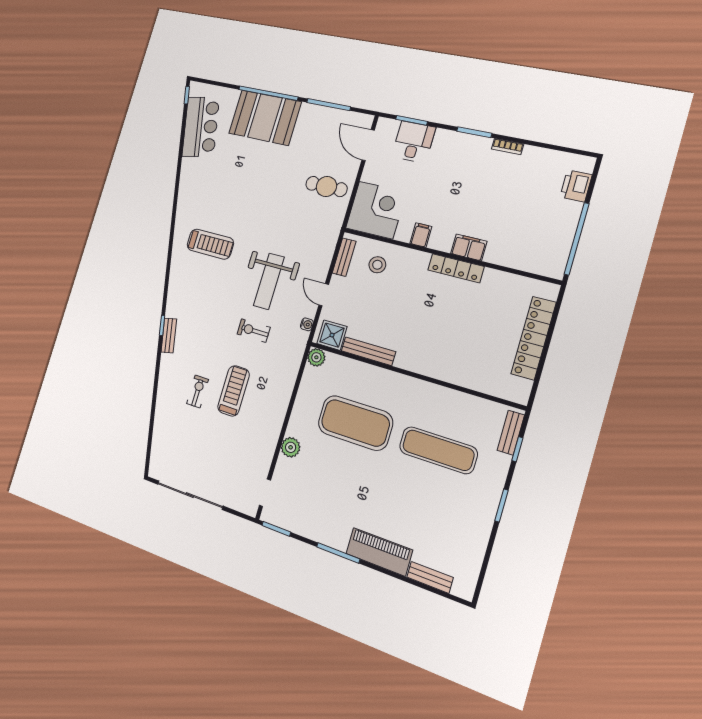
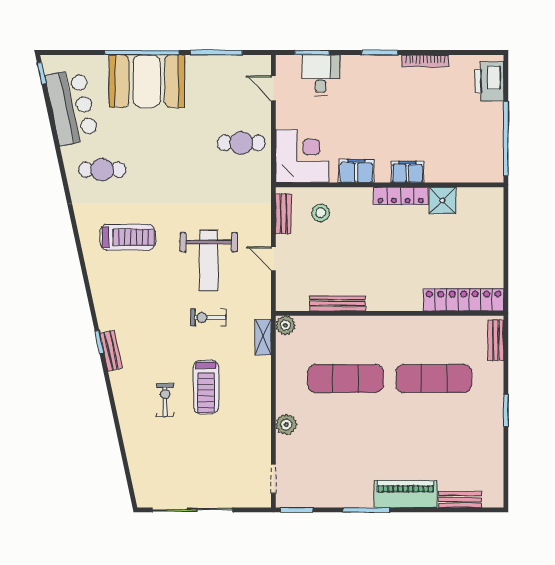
door: (368, 145) -> (273, 88), width x0.73
bookcase: (508, 147) -> (425, 61), width x1.56
cafe table: (208, 183) -> (102, 170), added
printer: (576, 186) -> (489, 81), width x1.37, depth x1.19
filing cabinet: (421, 235) -> (356, 171), width x2.00
water cooler: (307, 324) -> (265, 294), removed
shower: (332, 335) -> (442, 200), moved
locker: (534, 338) -> (464, 300), moved, turned 90
shelving: (294, 362) -> (263, 337), added
treadmill: (233, 391) -> (206, 387), turned 180
exercise mat: (355, 423) -> (345, 379), width x0.68
window: (517, 449) -> (506, 354), removed

